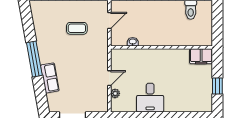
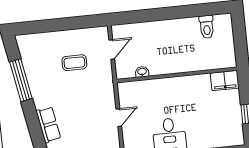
window: (34, 59) -> (21, 80), moved
plant: (115, 93) -> (128, 135), removed

